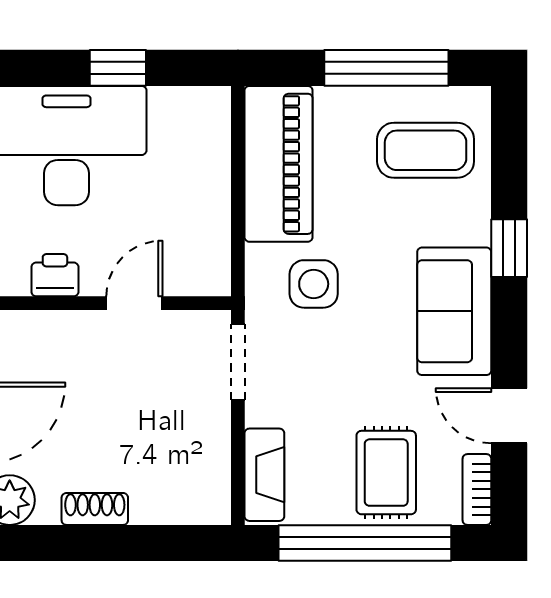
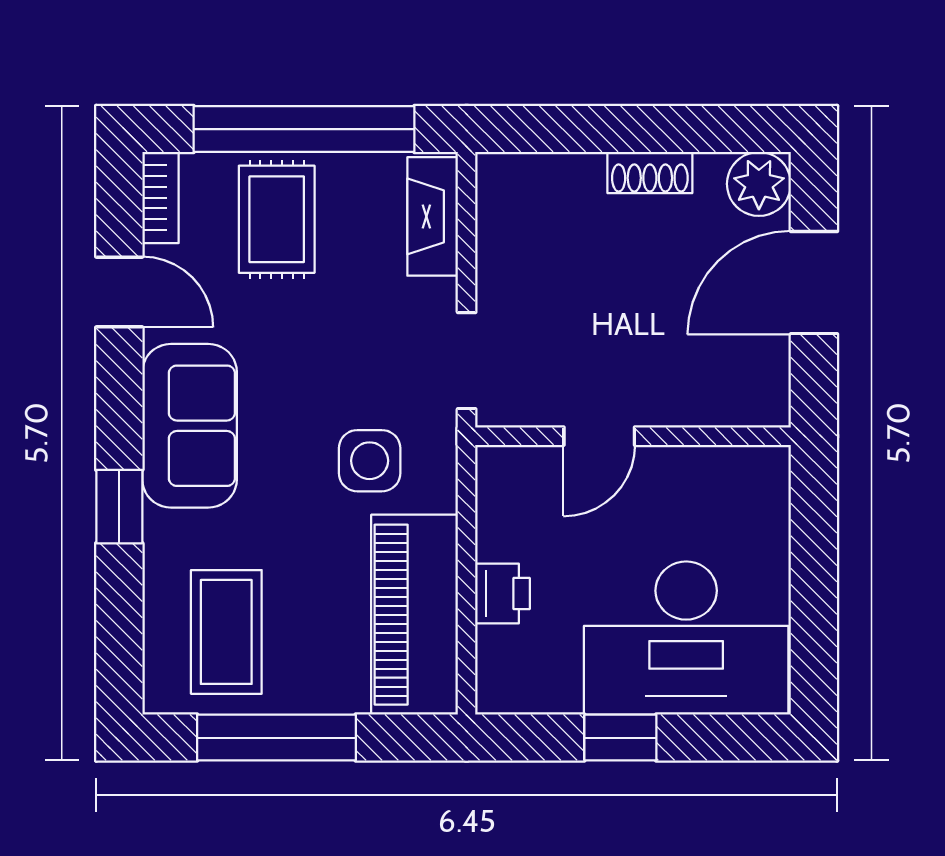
coffee table: (426, 150) -> (226, 632), turned 90
printer: (55, 275) -> (502, 593), moved, turned -90

